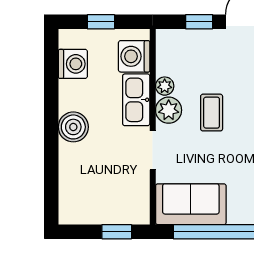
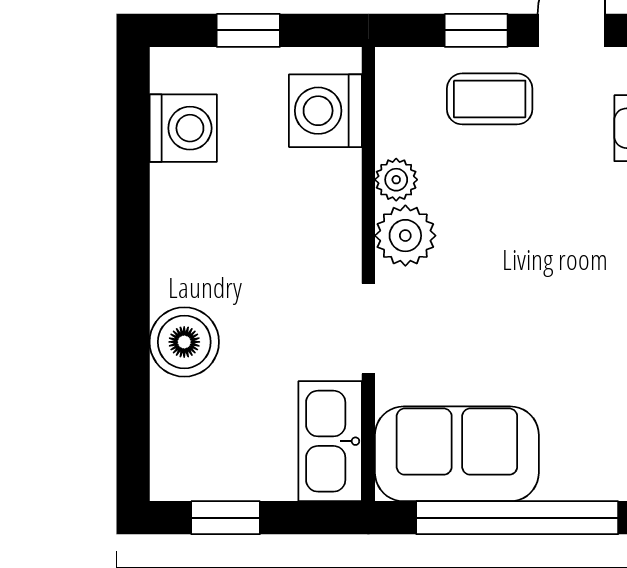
kitchen sink: (136, 100) -> (330, 441), moved
coffee table: (212, 113) -> (490, 99), moved, turned 90
boiler: (73, 127) -> (184, 342), moved
window: (117, 232) -> (226, 518), moved

